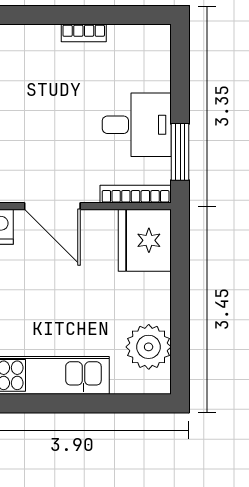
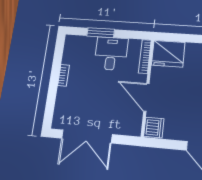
window: (180, 152) -> (101, 33), moved
door: (52, 206) -> (146, 97), swing flipped

